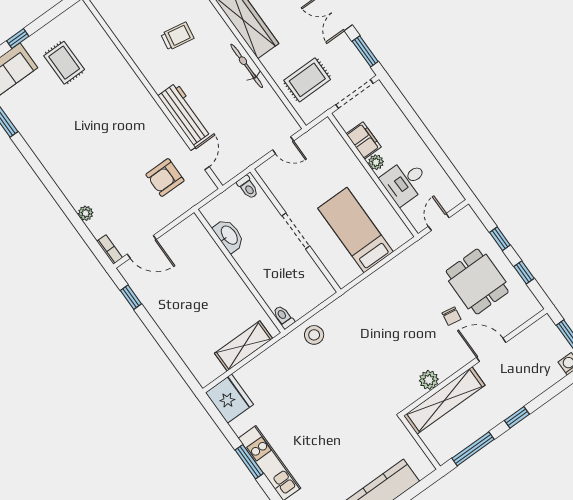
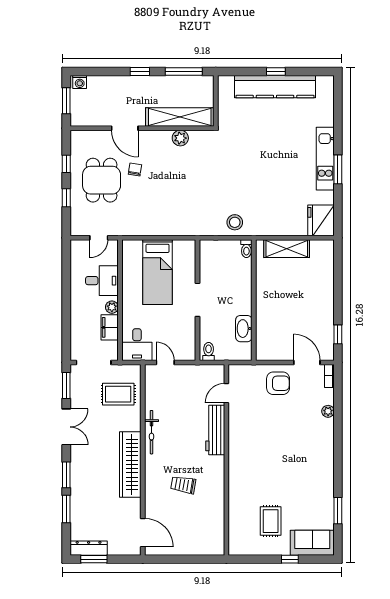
desk: (324, 143) -> (137, 345), added
armchair: (165, 178) -> (278, 383), moved

